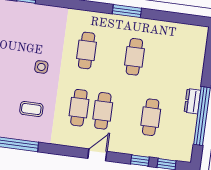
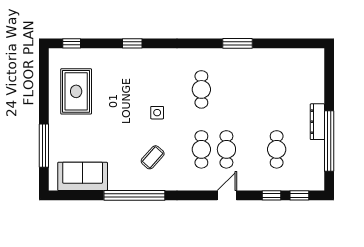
cafe table: (134, 57) -> (252, 89), removed
dresser: (192, 101) -> (317, 122), width x1.44
coffee table: (31, 109) -> (153, 157), turned -48

